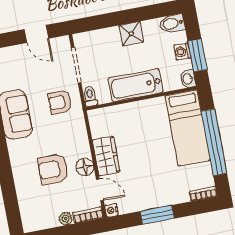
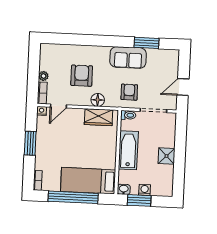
bidet: (172, 23) -> (167, 188), removed
wardrobe: (106, 156) -> (99, 117), moved
floor lamp: (85, 167) -> (98, 100), moved

